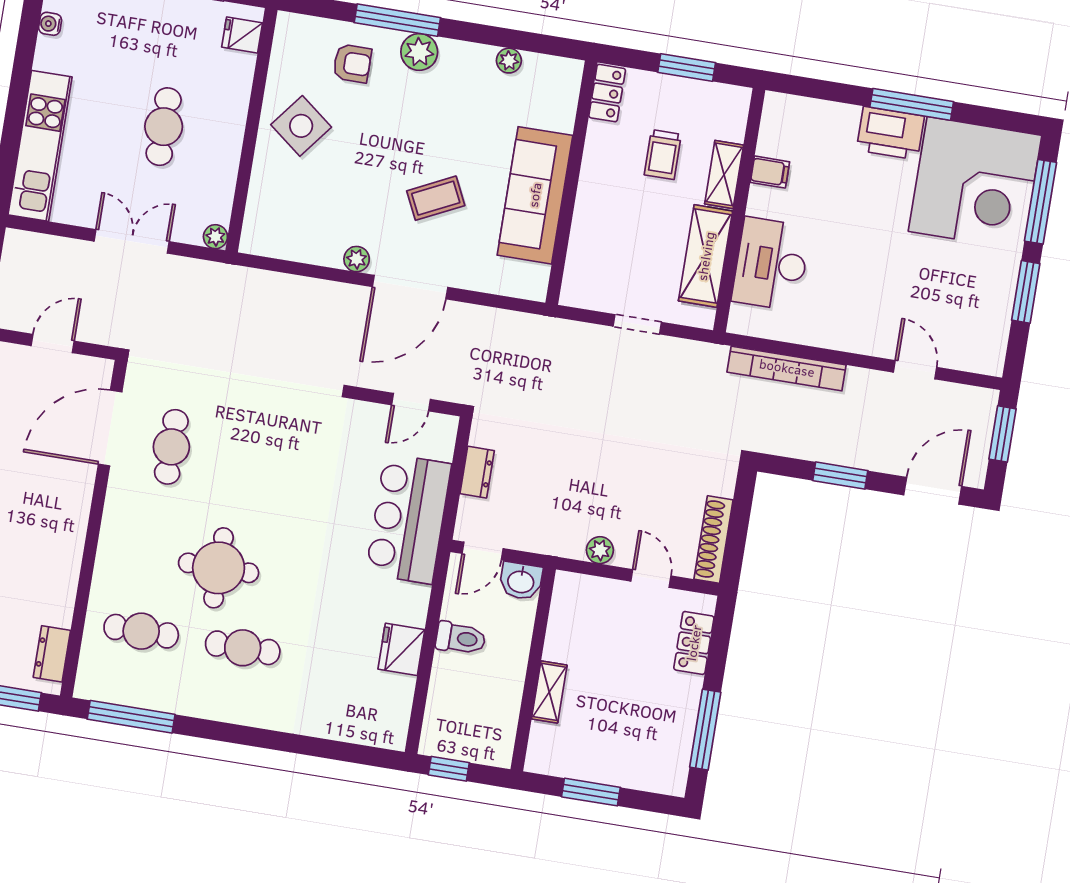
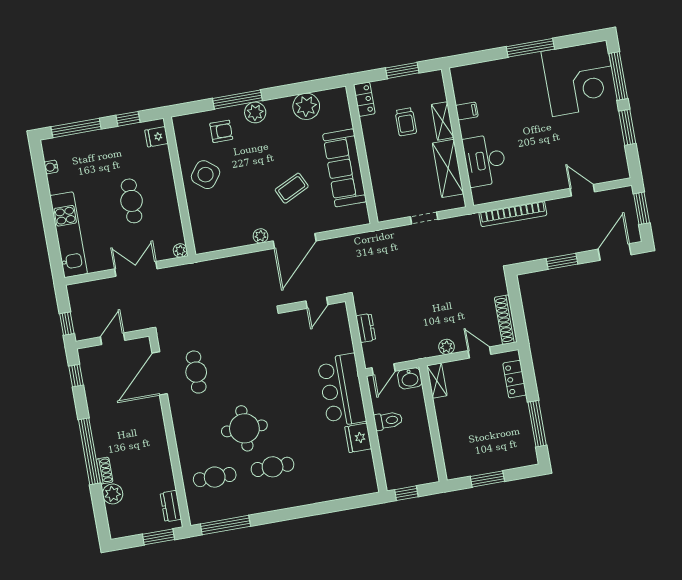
plant: (509, 61) -> (306, 106), width x1.88, depth x1.88
printer: (890, 133) -> (524, 67), removed
bar counter: (409, 519) -> (342, 390), moved
shelving: (549, 692) -> (437, 381), moved

